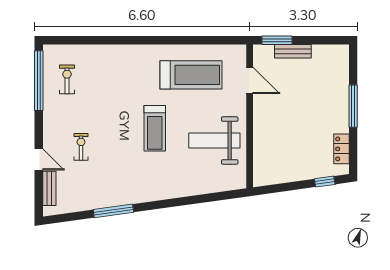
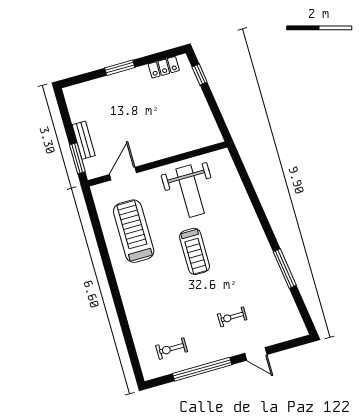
window: (39, 81) -> (202, 369), moved
window: (353, 106) -> (120, 68), width x0.69
treadmill: (155, 128) -> (195, 251), turned 90
door: (39, 159) -> (256, 354), swing flipped
bench: (49, 188) -> (281, 336), removed

